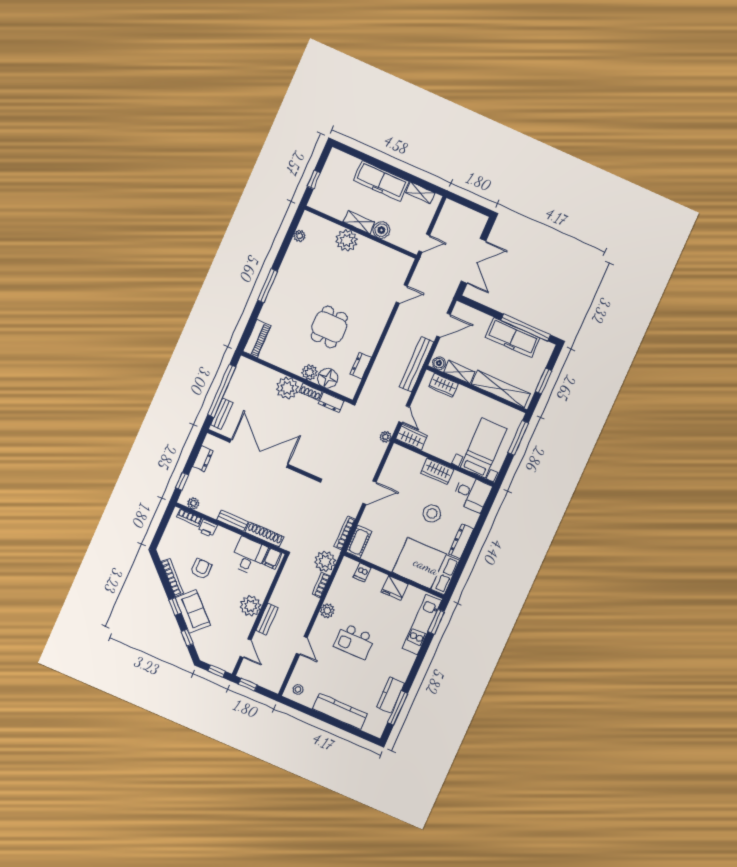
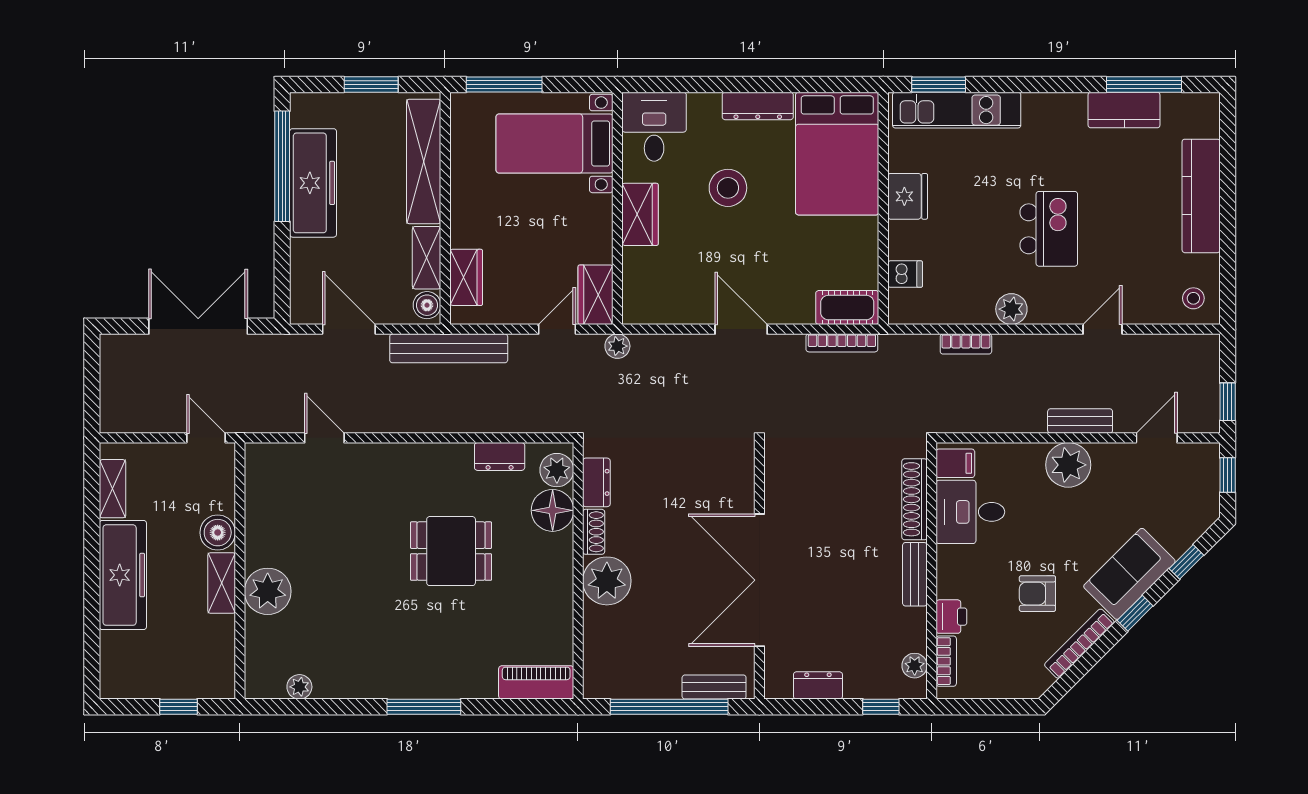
plant: (310, 372) -> (557, 470), moved
plant: (325, 561) -> (915, 356), removed

